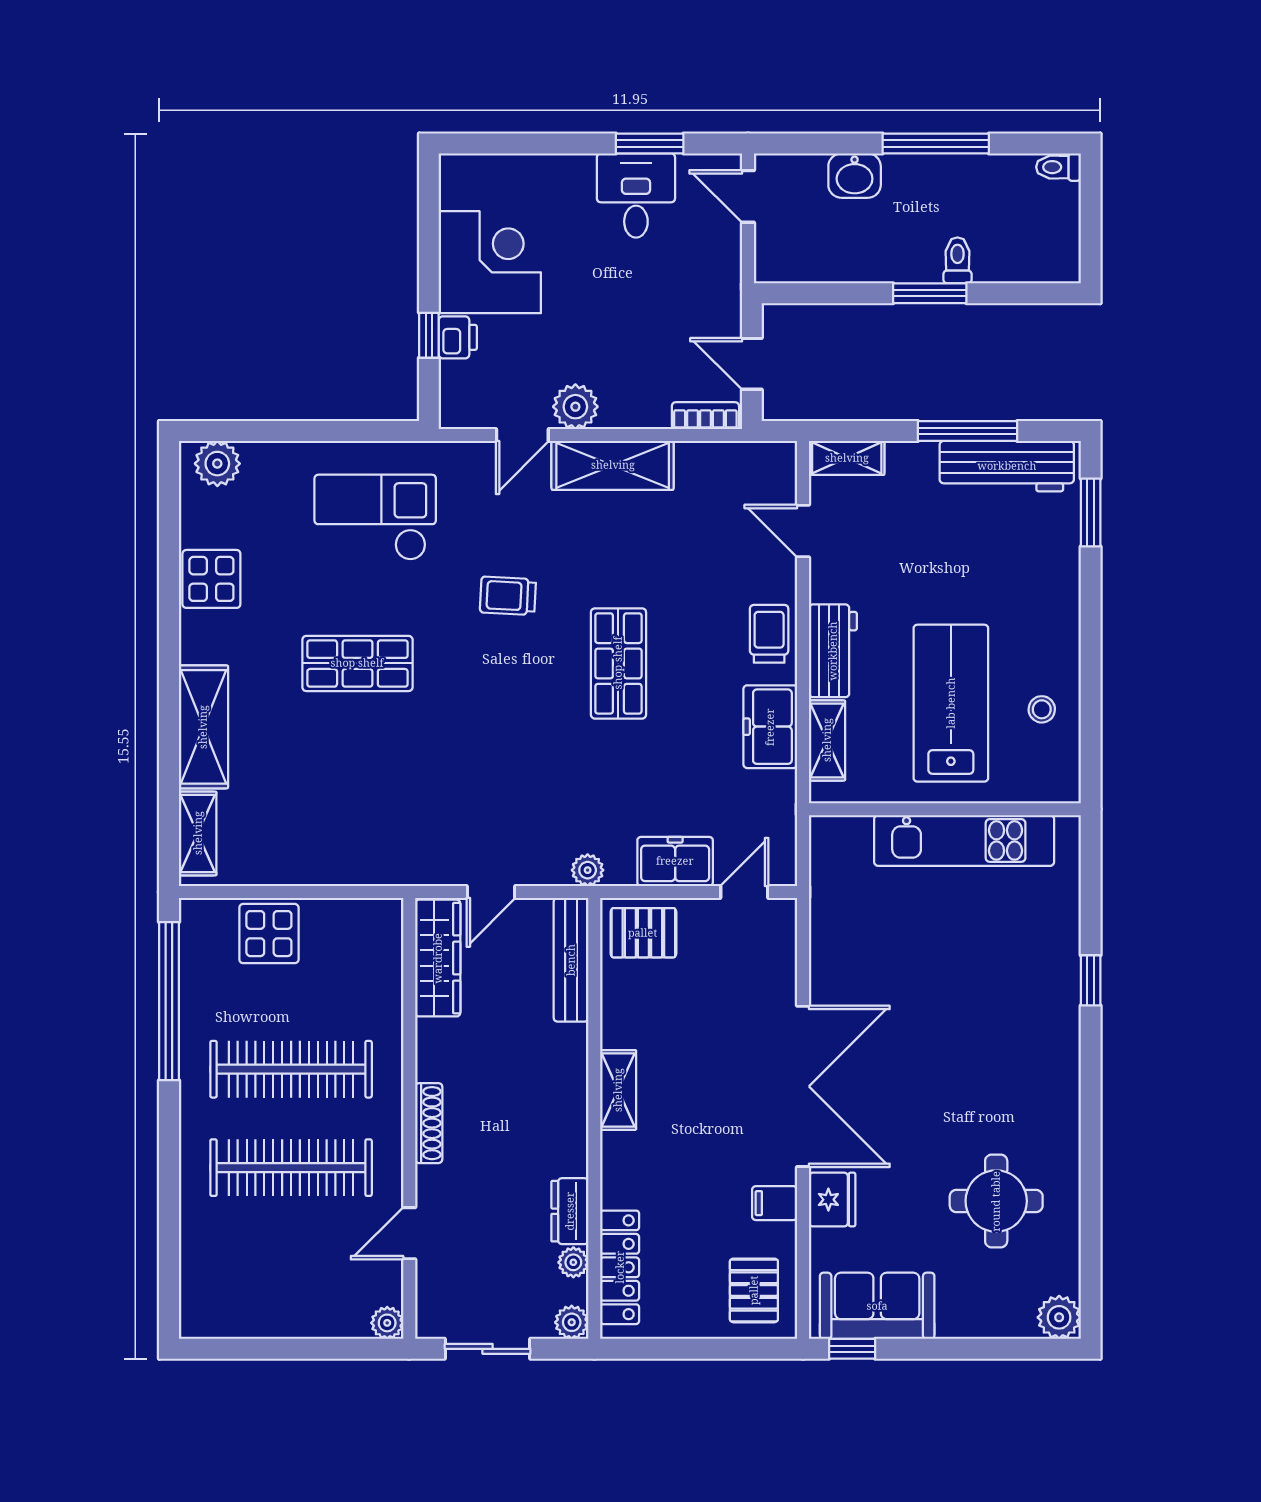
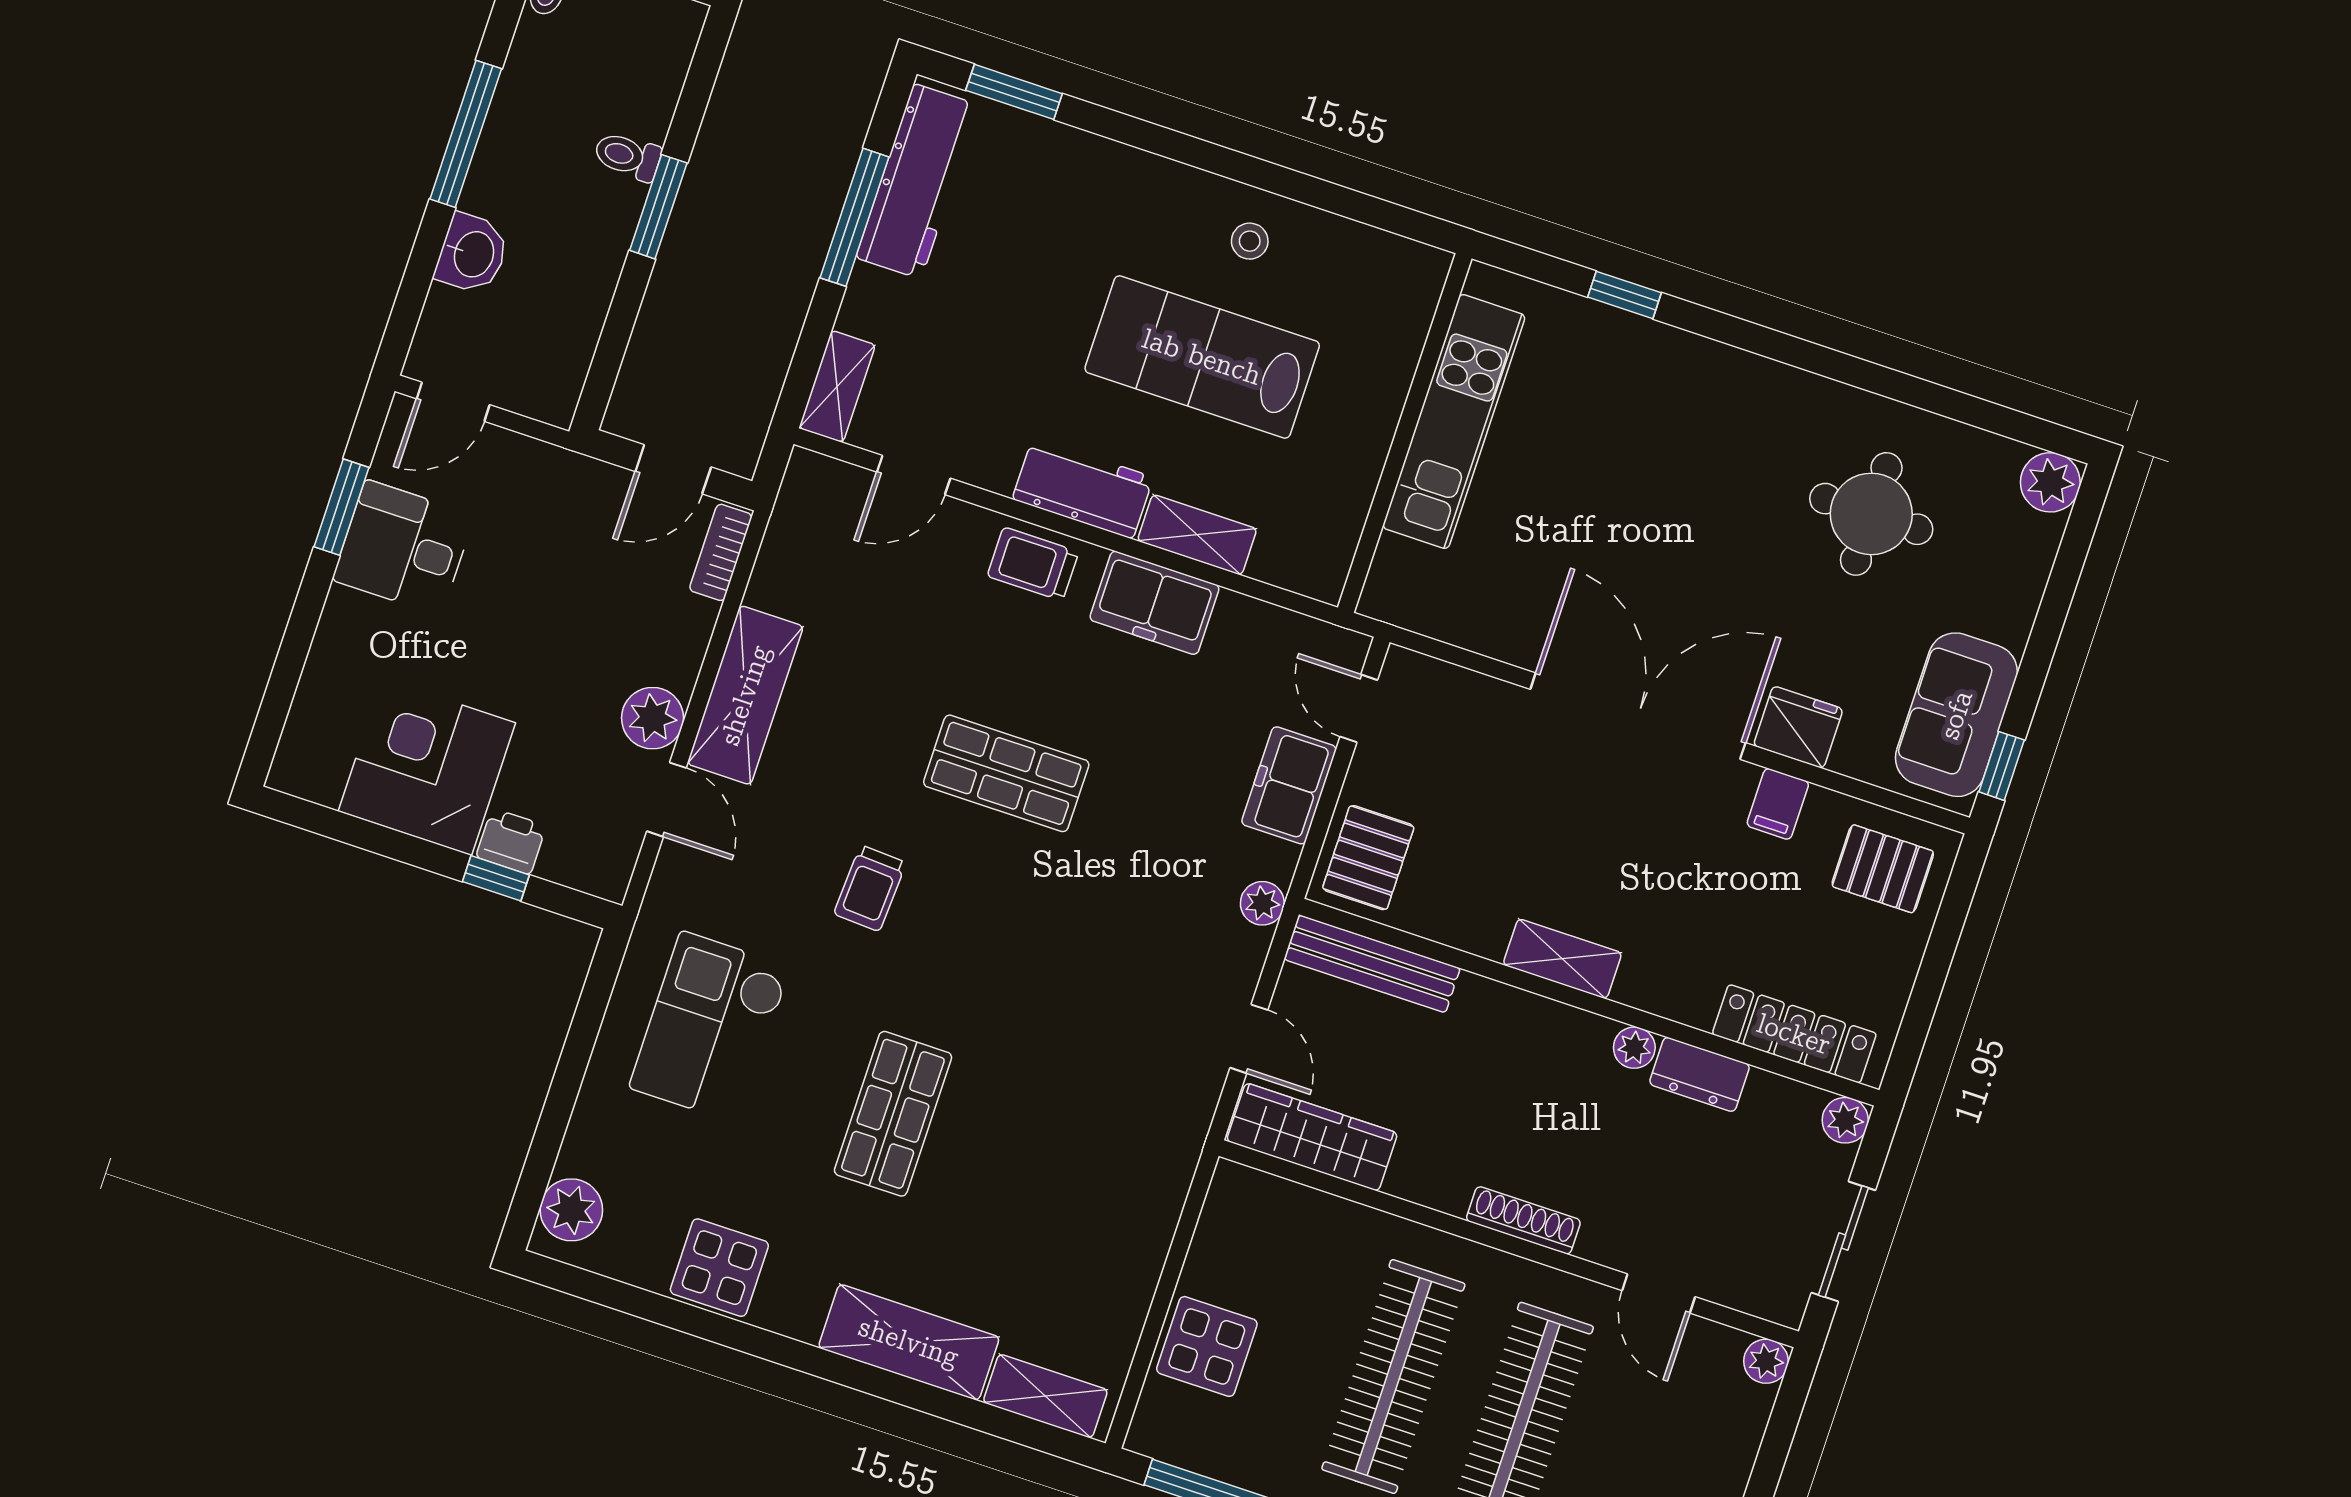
wall: (945, 809) -> (1405, 433), moved
kitchen unit: (964, 840) -> (1454, 422), moved
plant: (573, 1262) -> (1634, 1048), moved

